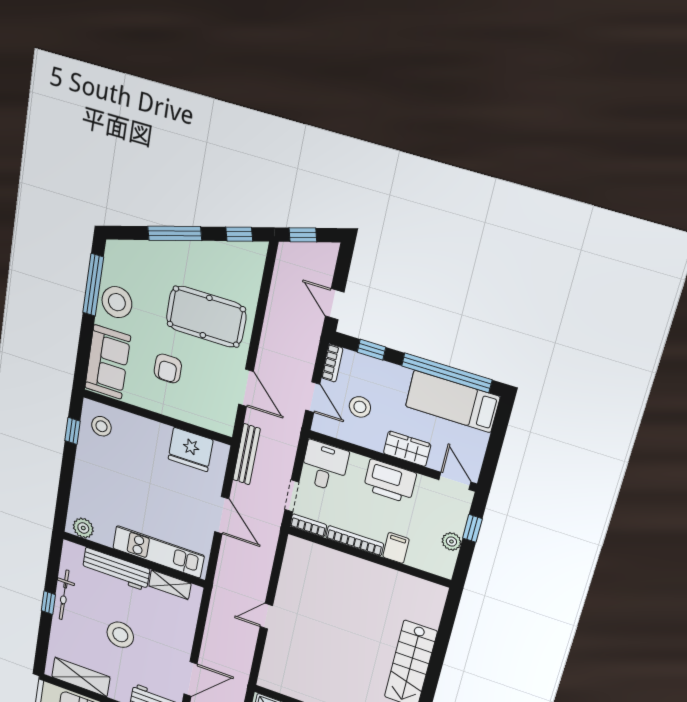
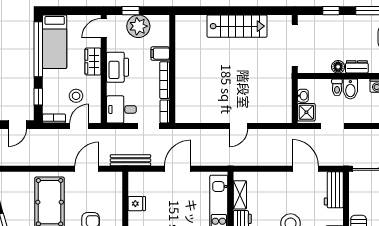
fridge: (191, 449) -> (137, 204), width x0.53, depth x0.75
plant: (451, 542) -> (138, 26), width x1.88, depth x1.88
door: (266, 616) -> (238, 126), hinge flipped

